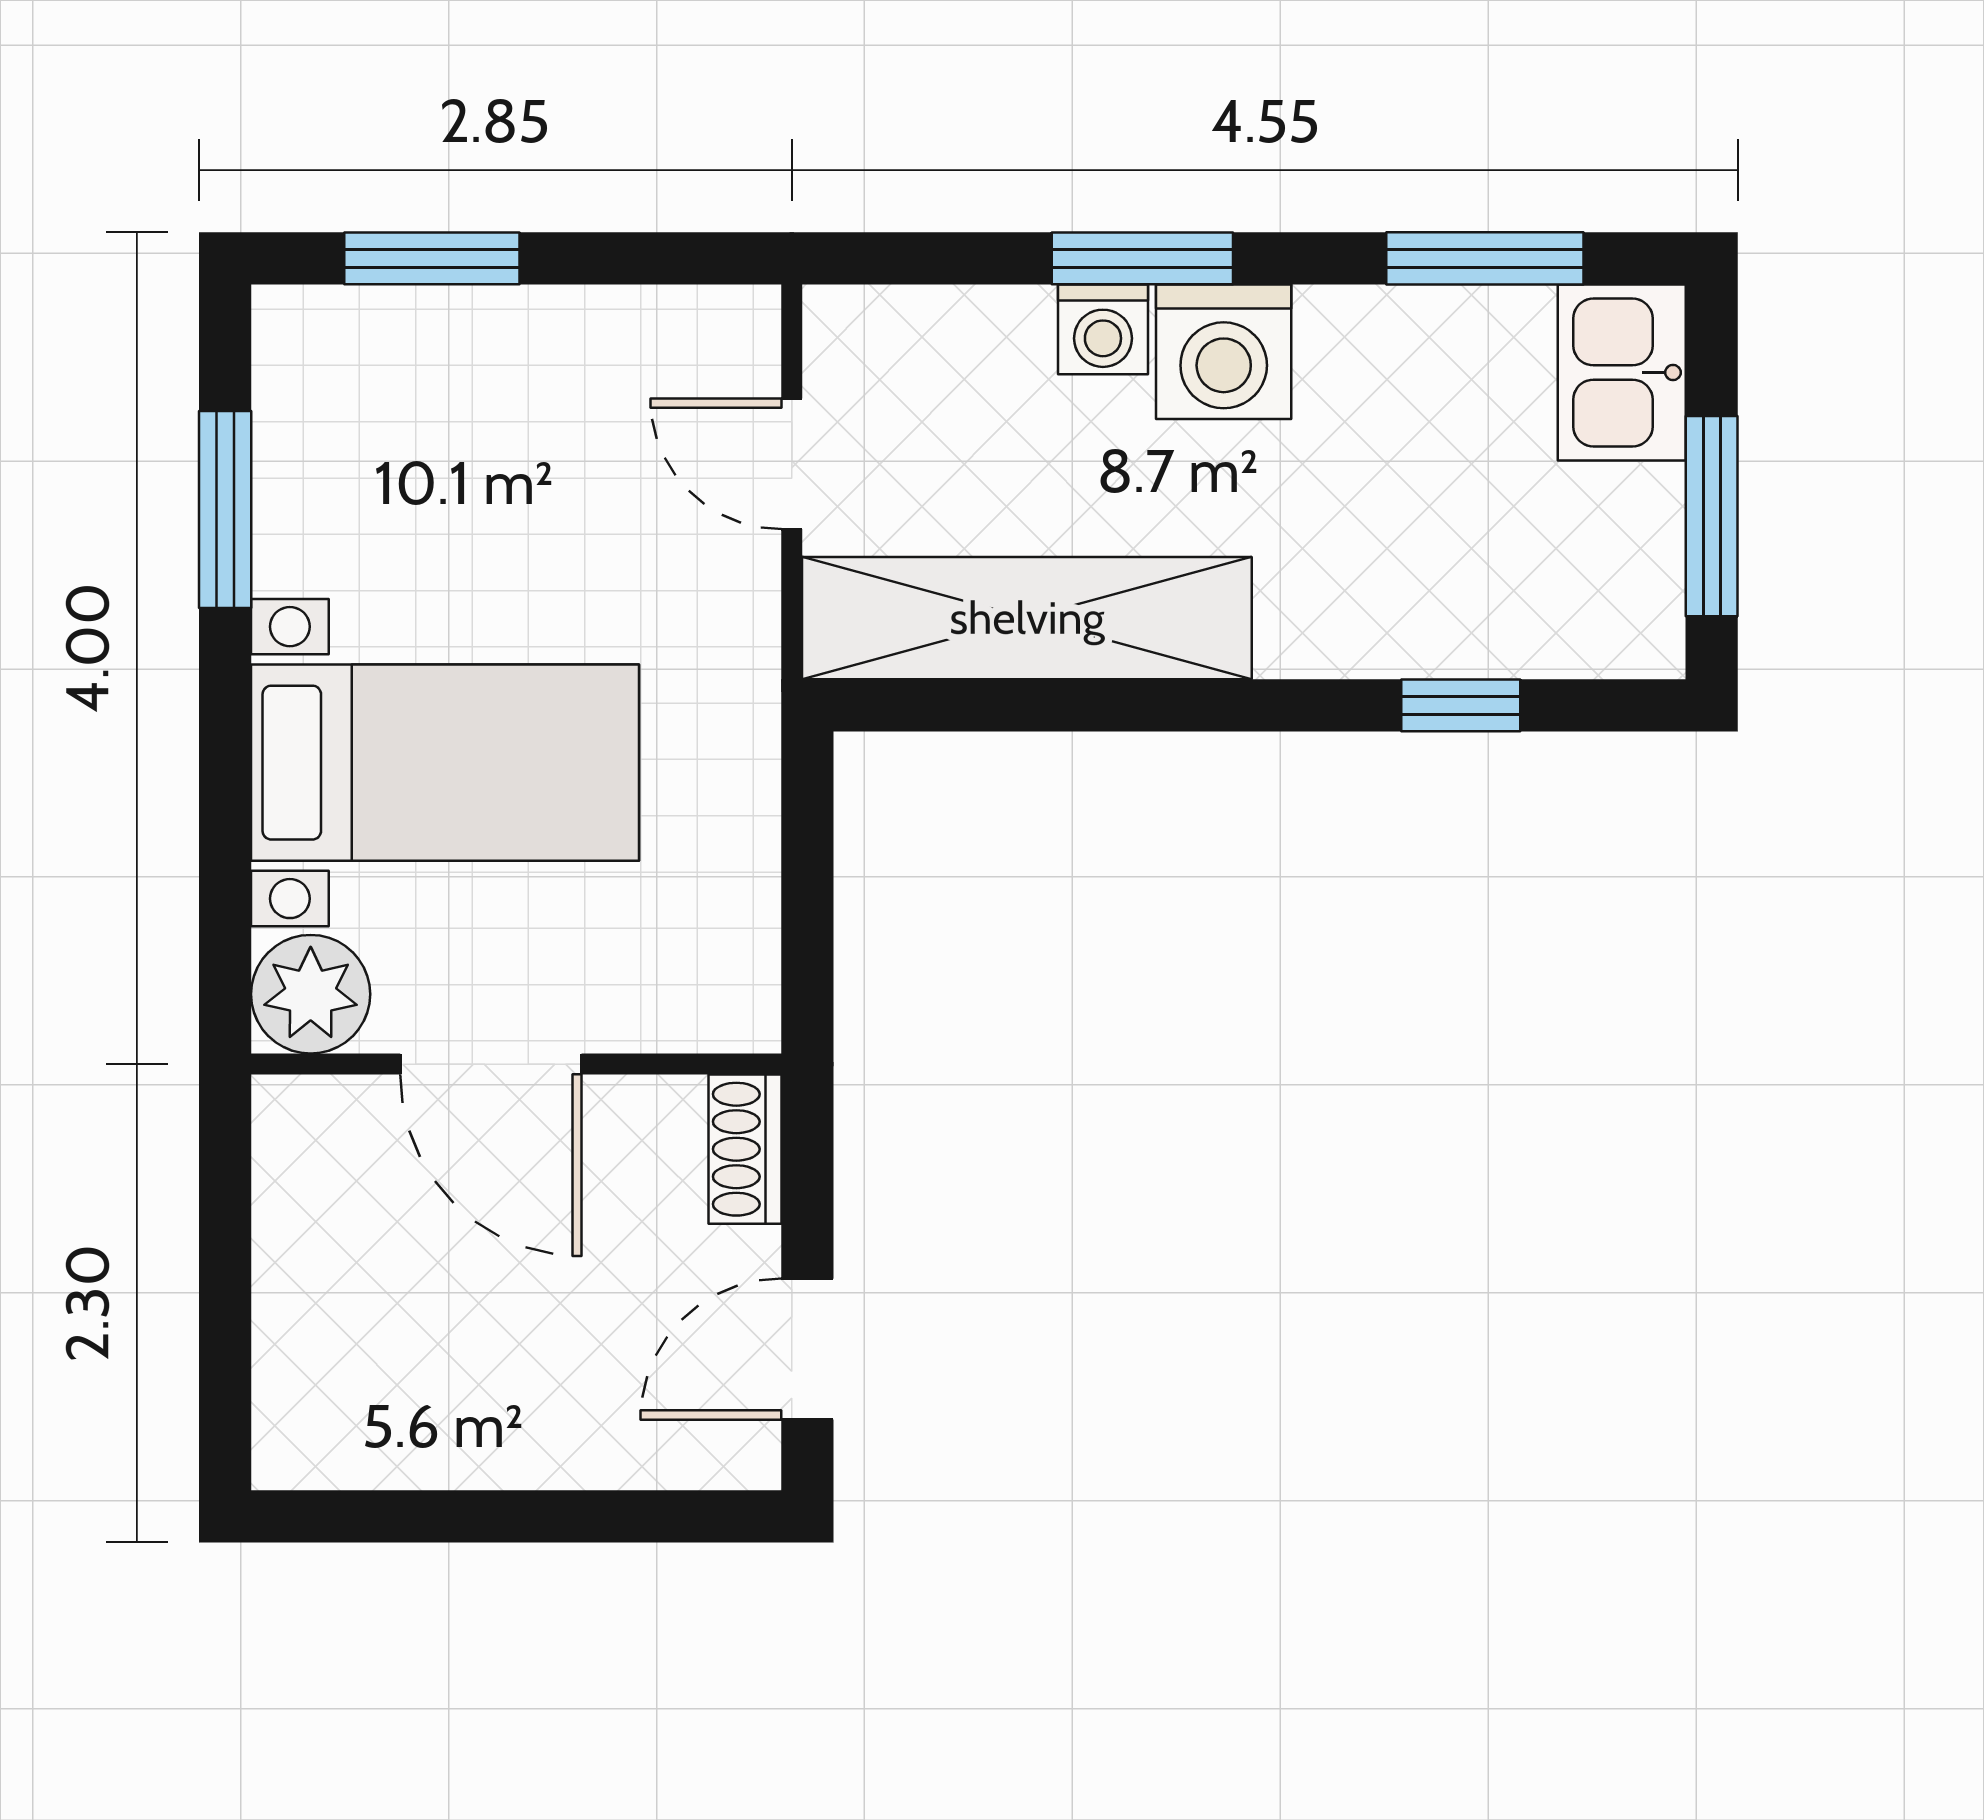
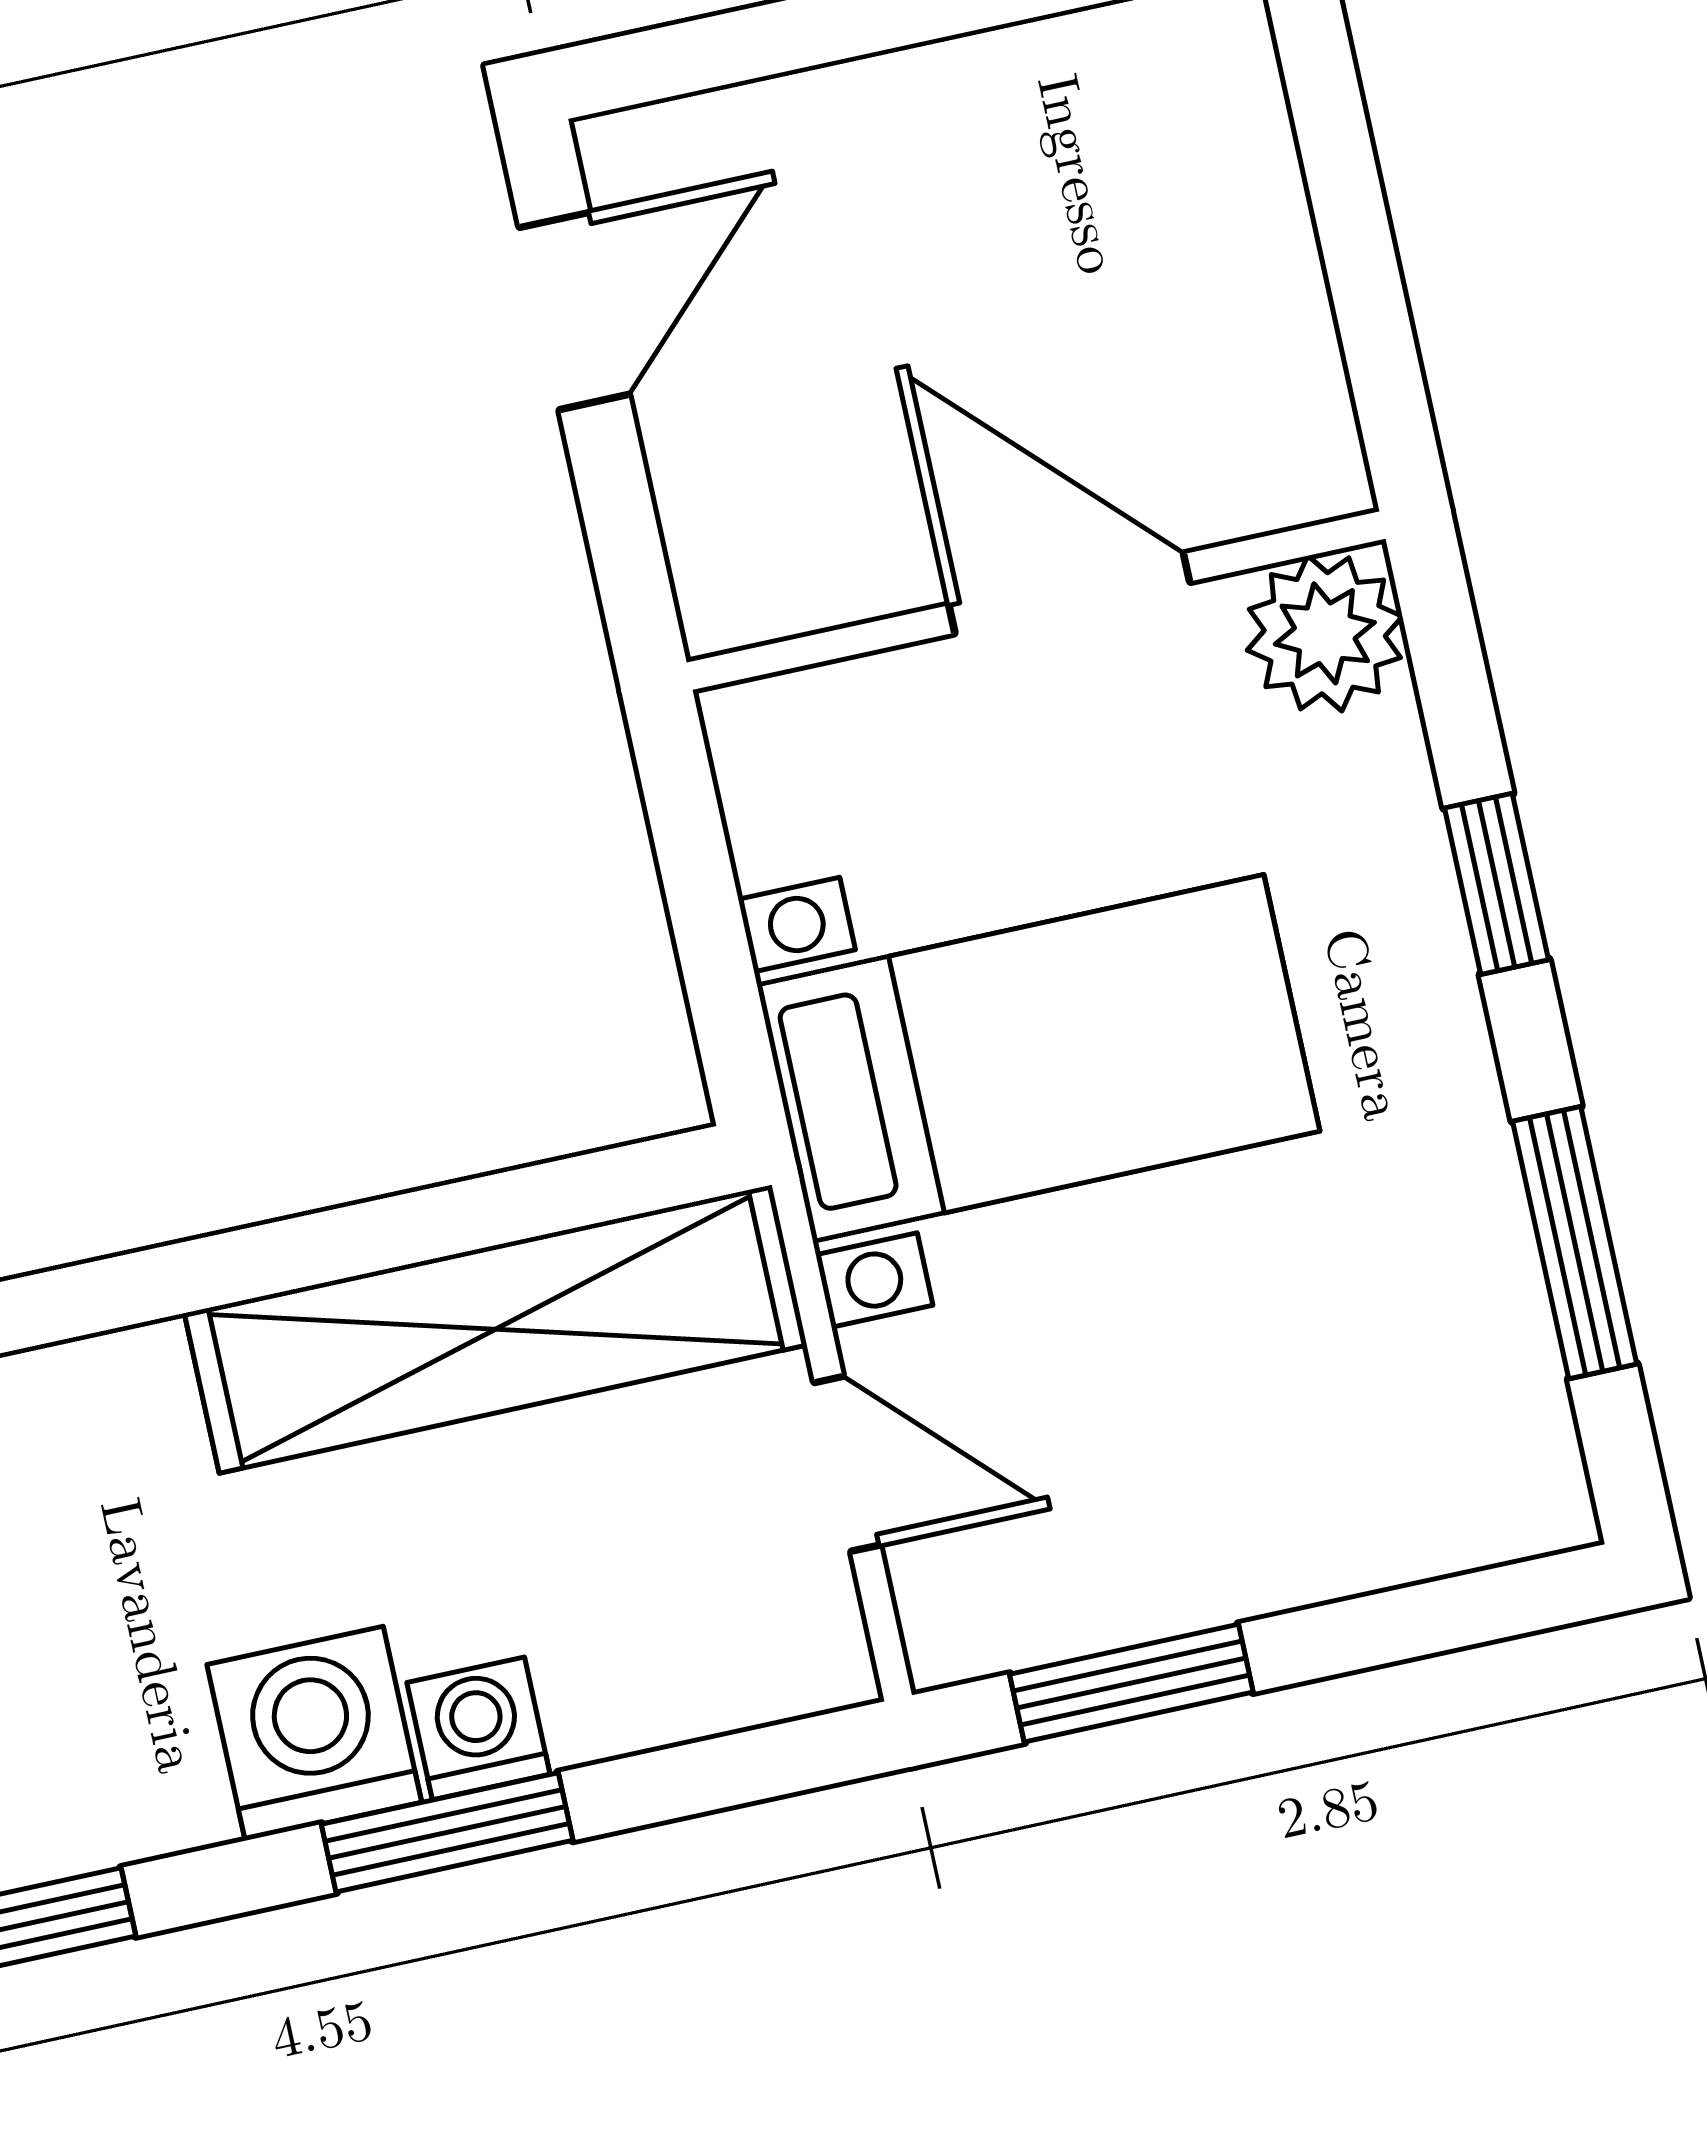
window: (432, 258) -> (1131, 1683), moved
bed with nightstands: (445, 763) -> (1038, 1058), moved, turned 180
window: (225, 784) -> (1496, 884), added
shoe rack: (745, 1149) -> (713, 555), removed

